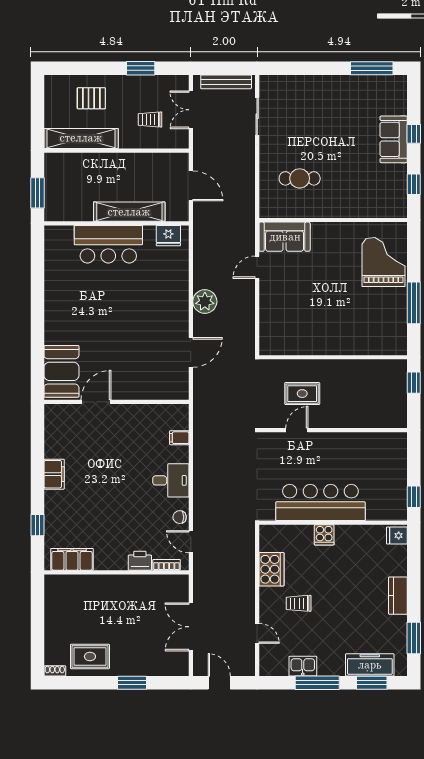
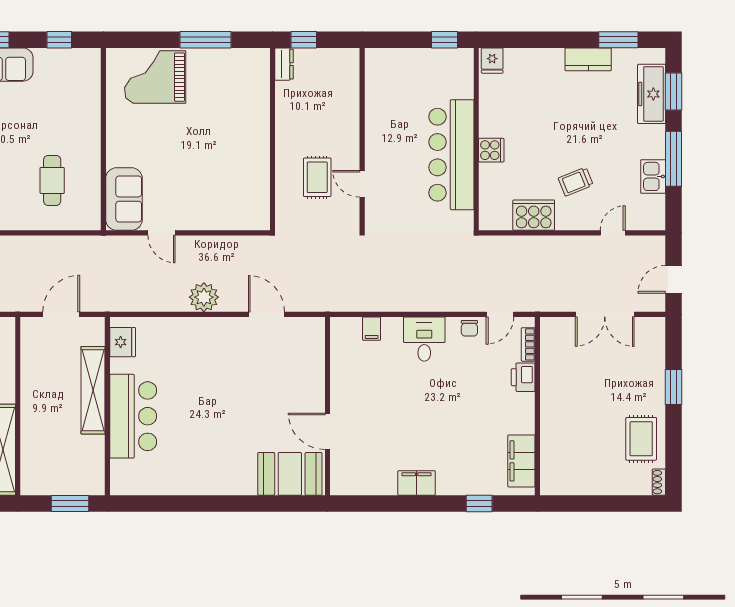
dresser: (394, 367) -> (284, 64), added
kitchen counter: (398, 596) -> (588, 59), moved
trolley: (299, 603) -> (576, 182), turned 68

